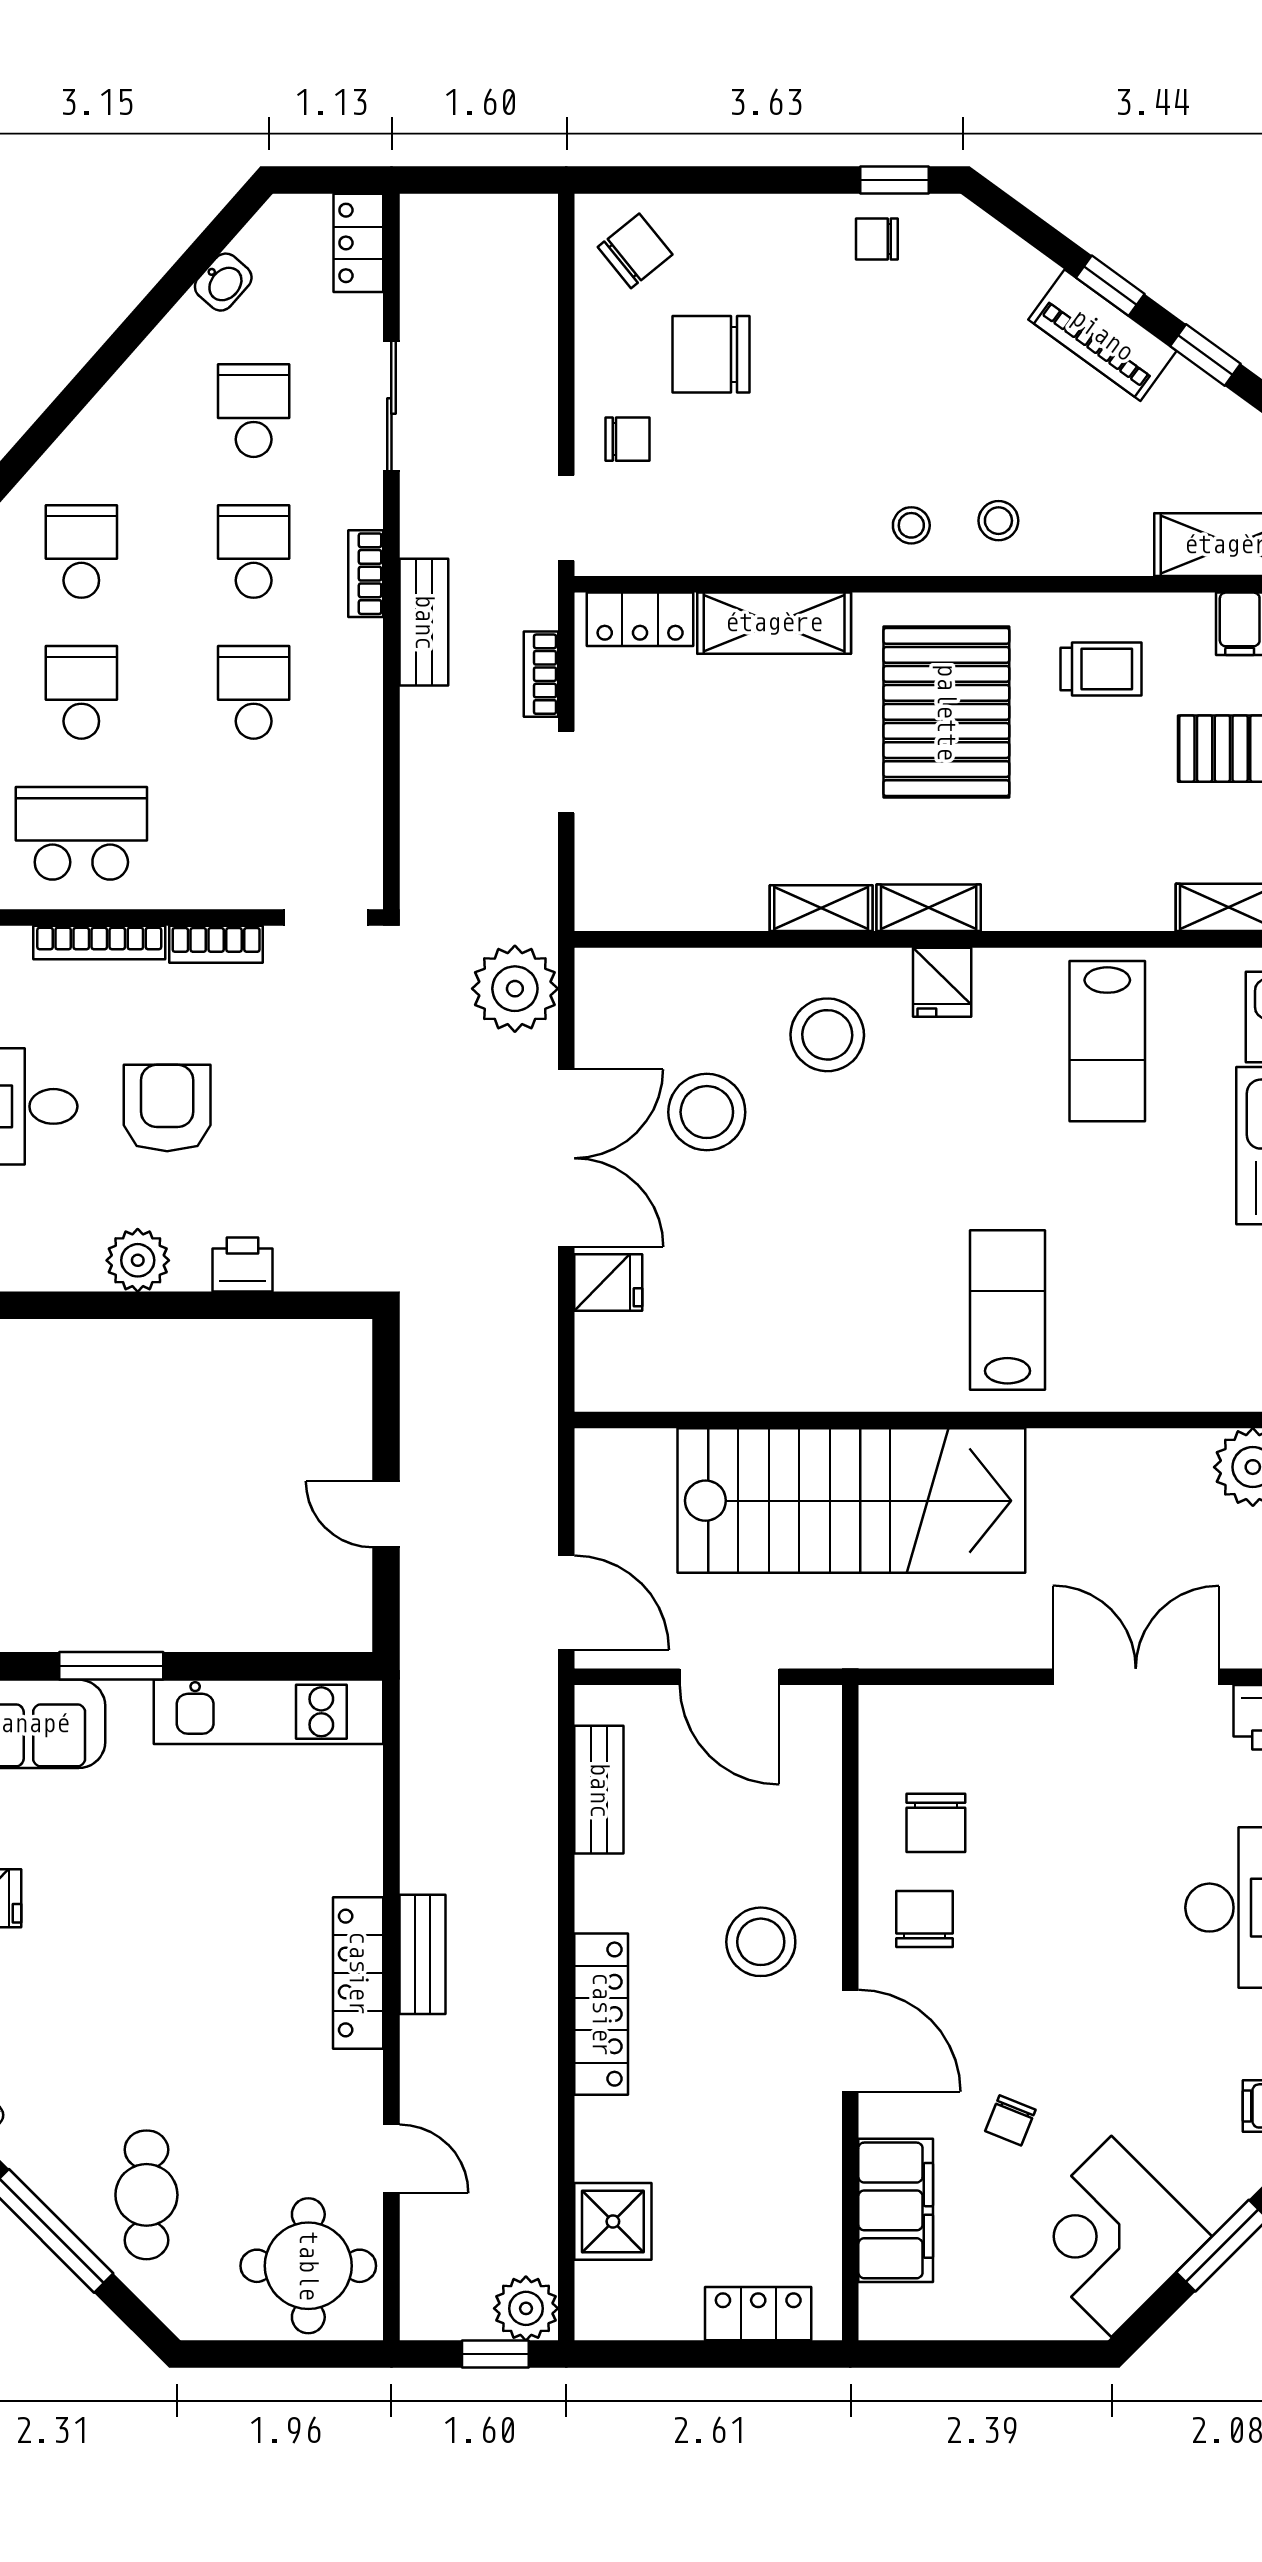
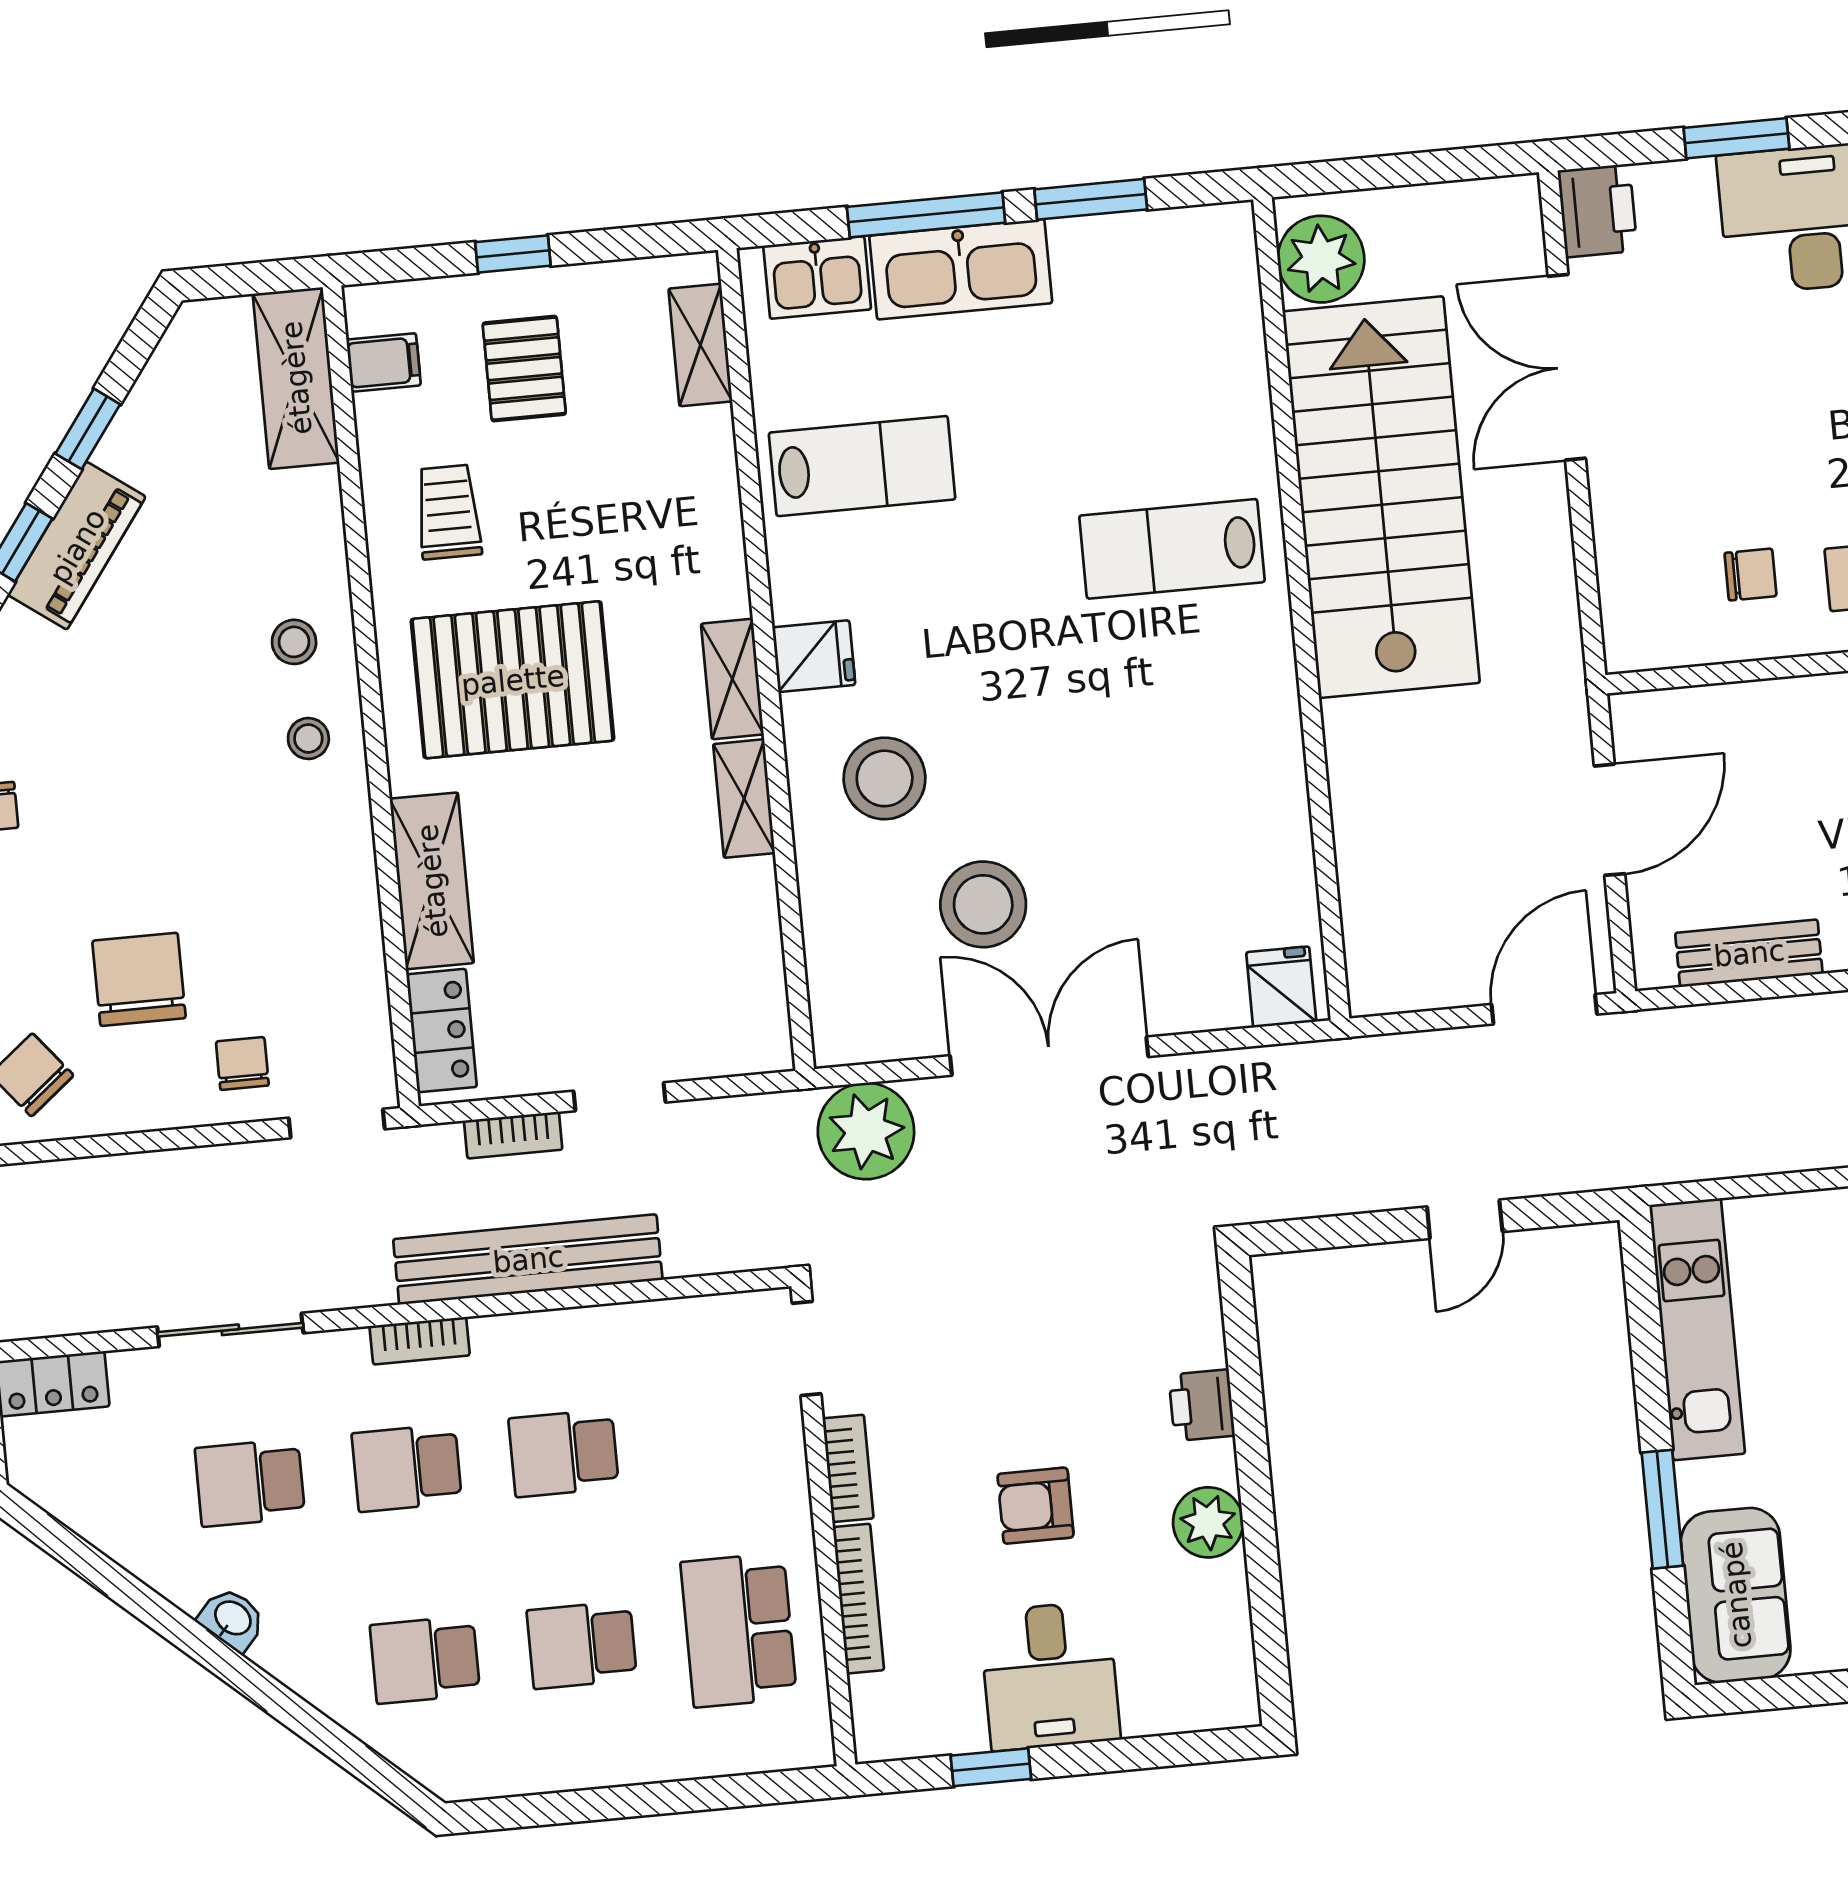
washbasin: (223, 282) -> (232, 1619), moved
chair: (711, 354) -> (139, 979), turned 180
bench: (424, 622) -> (528, 1259), width x1.86, depth x1.21
armchair: (167, 1108) -> (1036, 1506), width x0.72, depth x0.72
fridge: (608, 1282) -> (1281, 987), moved
stairs: (851, 1501) -> (1381, 497), moved
chair: (936, 1823) -> (1751, 575), width x0.73, depth x0.73

